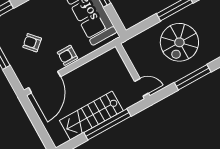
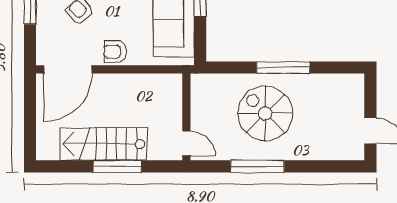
spiral stairs: (179, 42) -> (265, 113), turned 90
window: (107, 124) -> (117, 166), width x0.68

